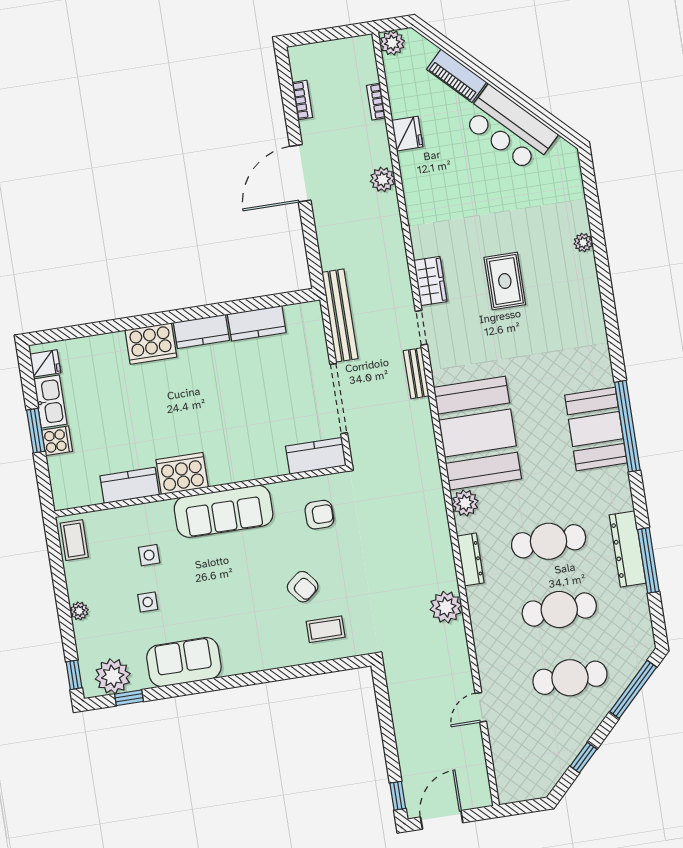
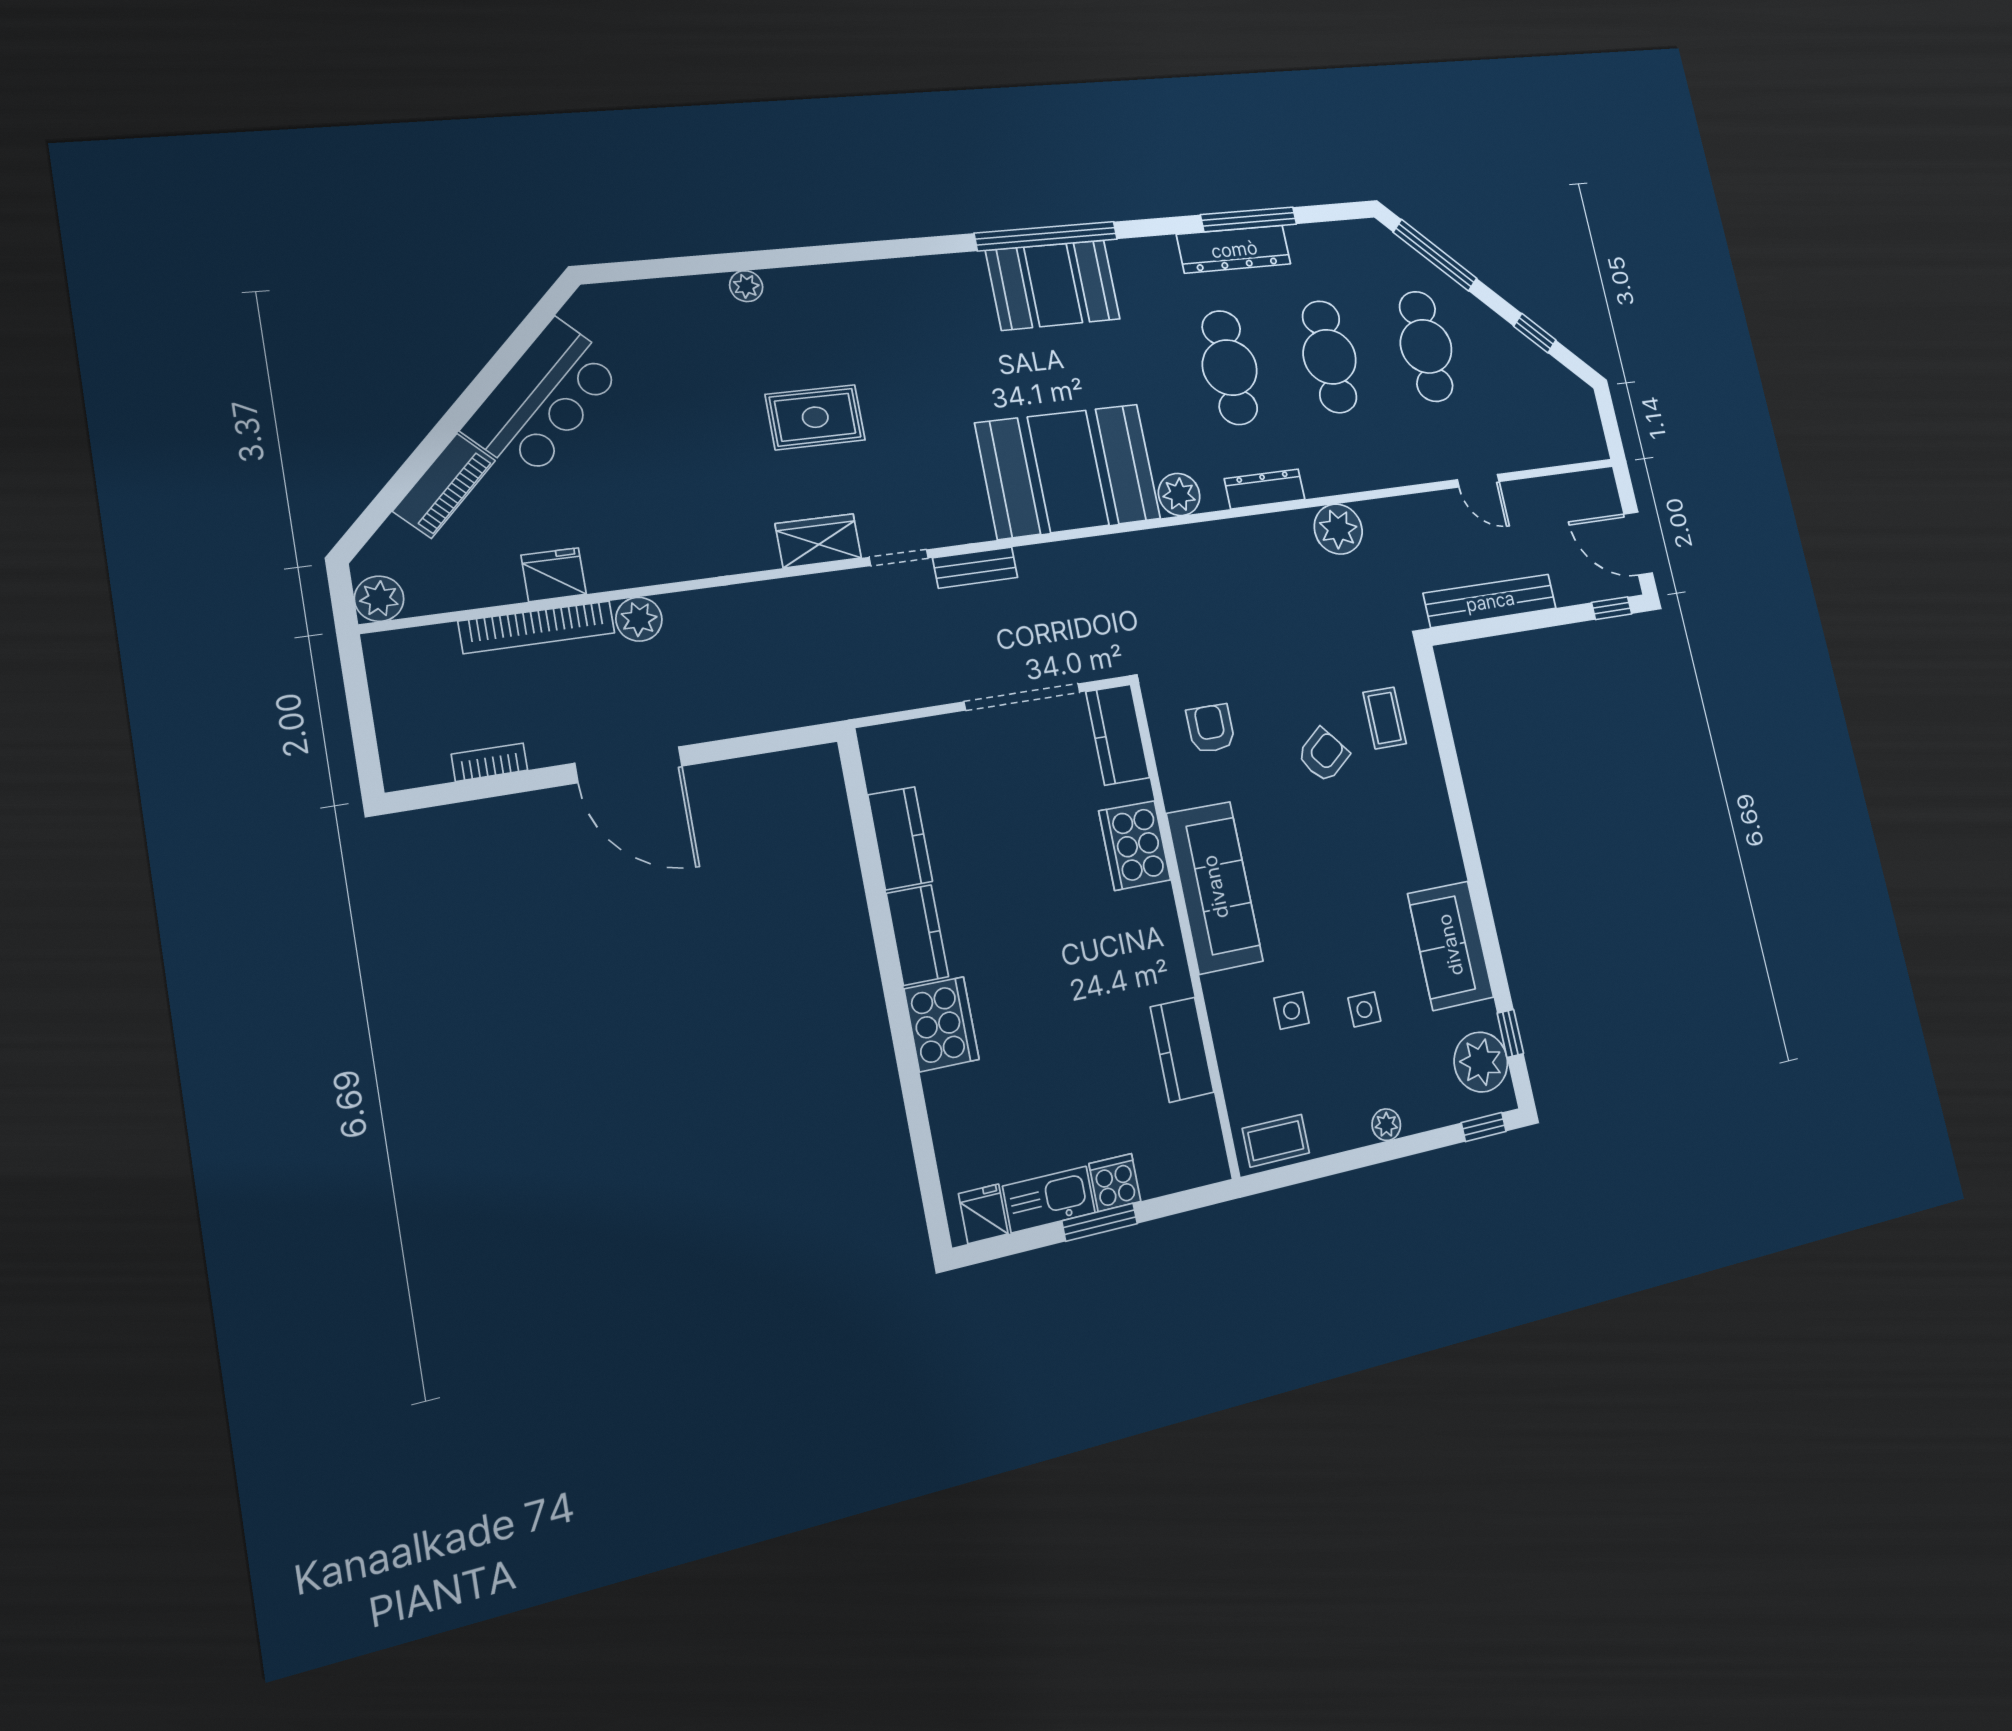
bookcase: (376, 102) -> (537, 627), width x2.31, depth x1.31
bench: (340, 315) -> (1490, 601), moved
cooker: (182, 473) -> (1135, 845), moved

